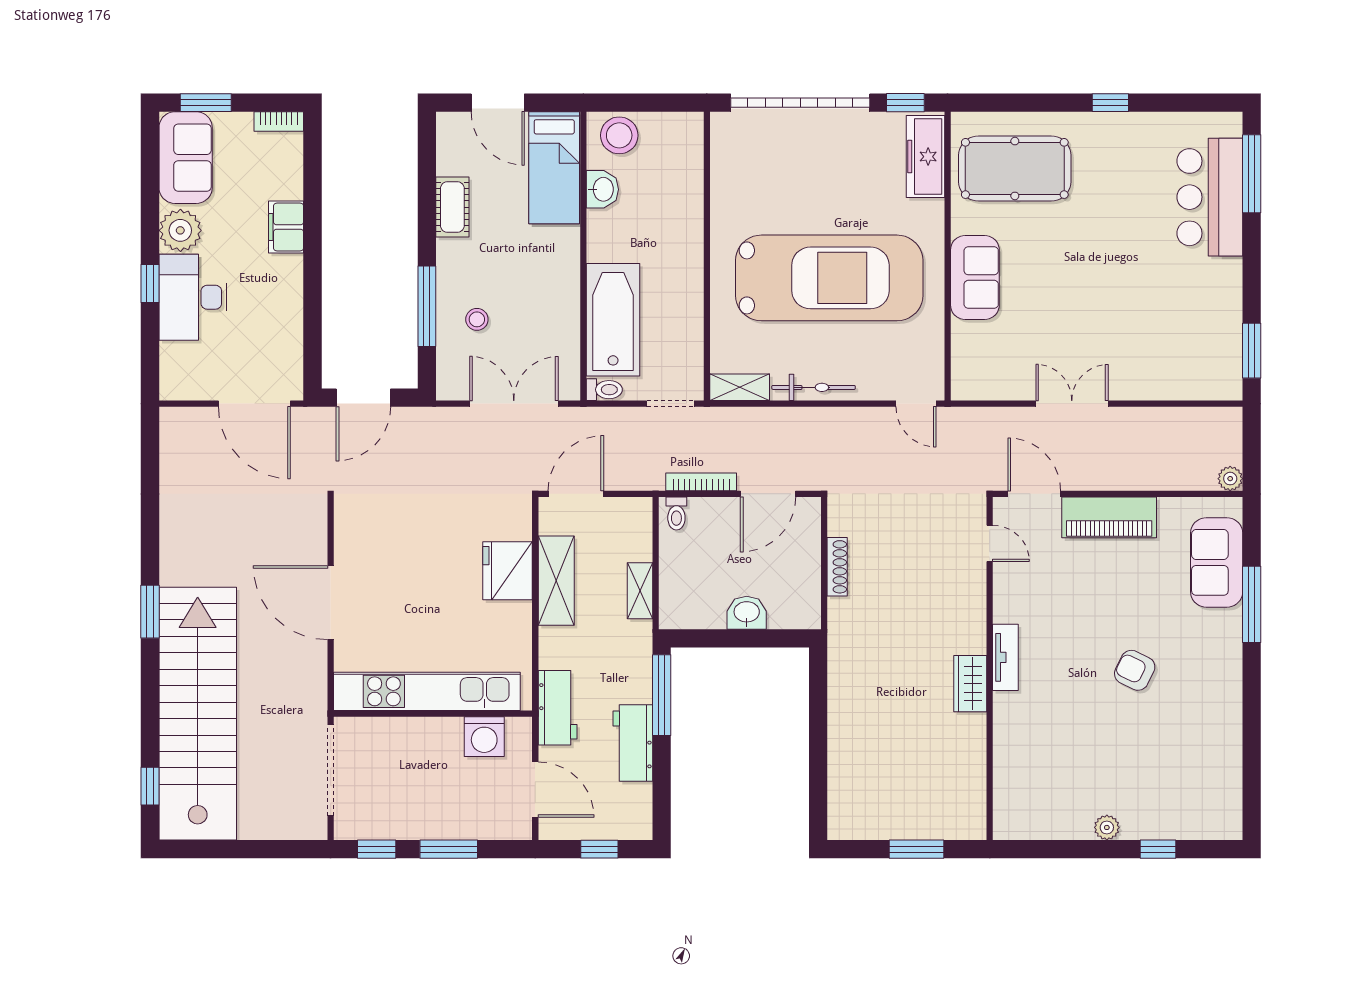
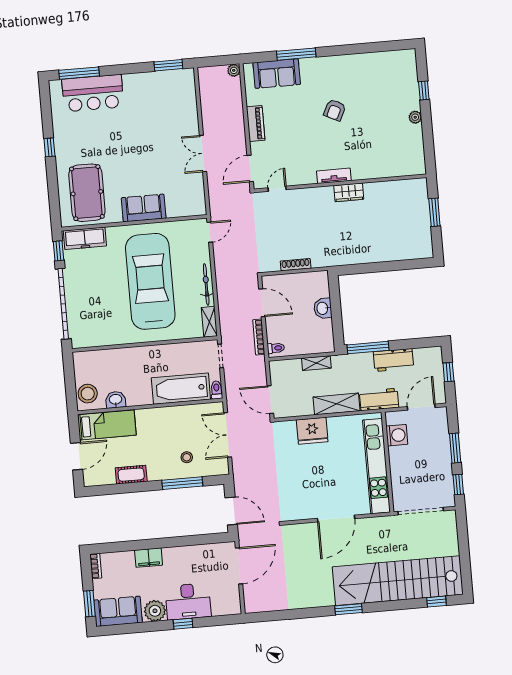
piano: (1109, 517) -> (256, 124), width x0.73, depth x0.75
shelving: (556, 581) -> (336, 404), moved

